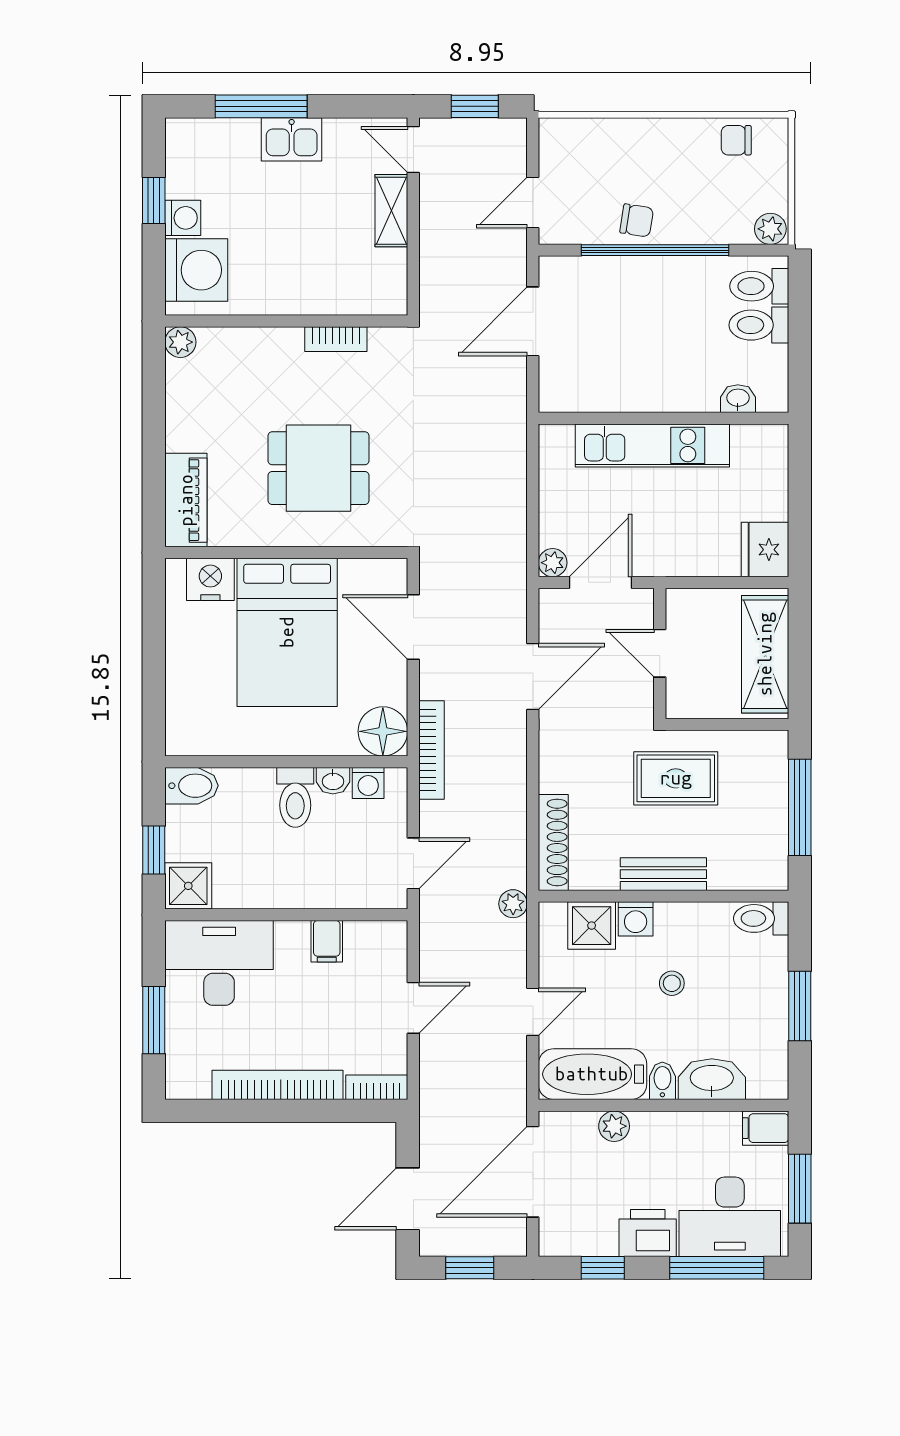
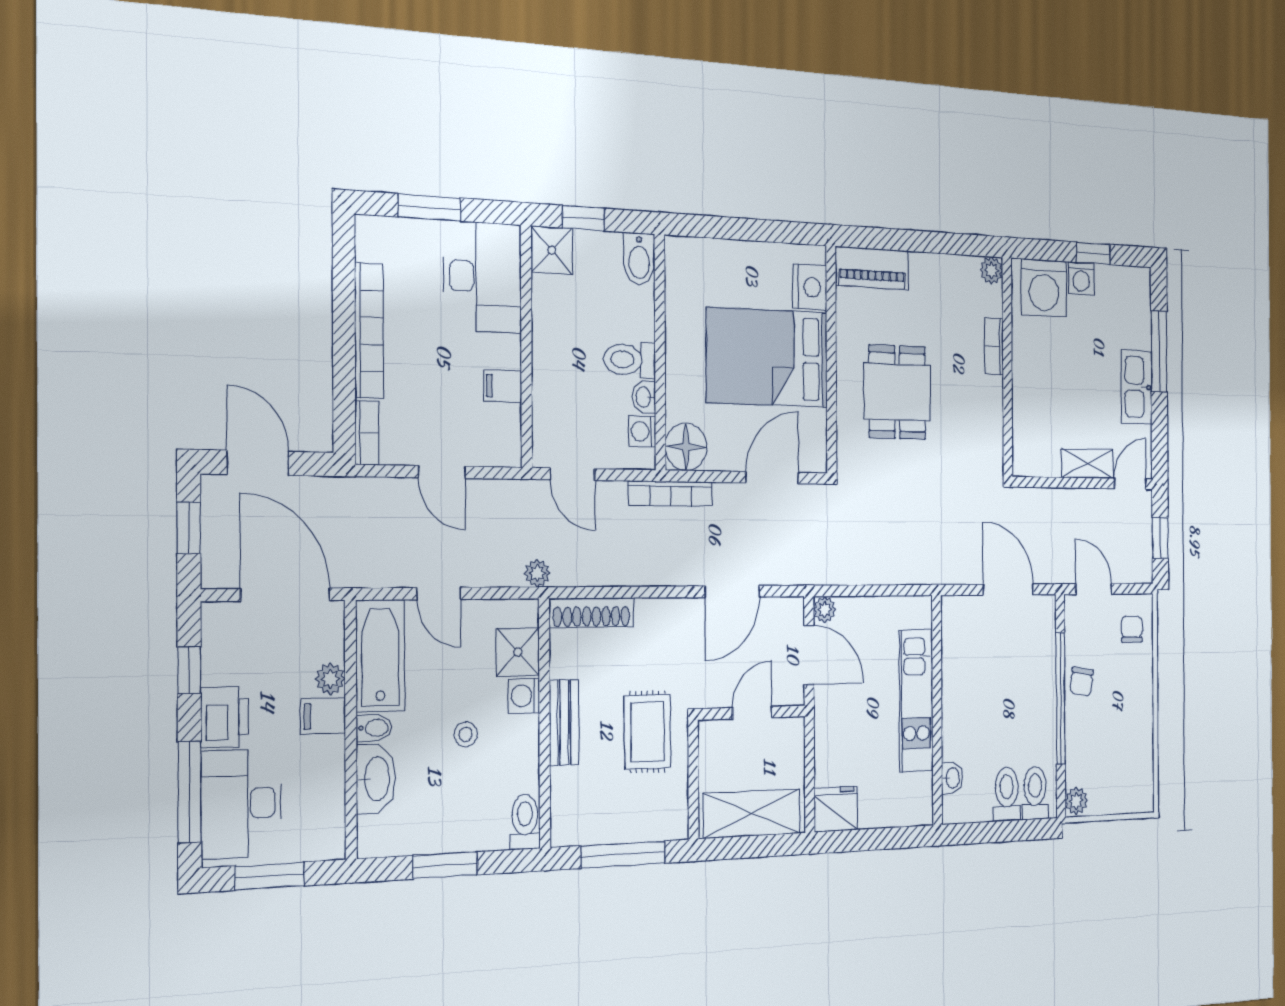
kitchen sink: (292, 139) -> (1137, 387), width x1.38
chair: (736, 140) -> (1132, 629), moved
bookcase: (336, 339) -> (994, 346), moved
door: (533, 677) -> (732, 592), hinge flipped
filing cabinet: (766, 1128) -> (323, 716), moved, turned -90

